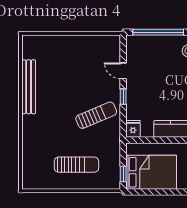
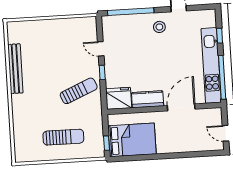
fridge: (133, 129) -> (119, 98), width x1.88, depth x1.34

